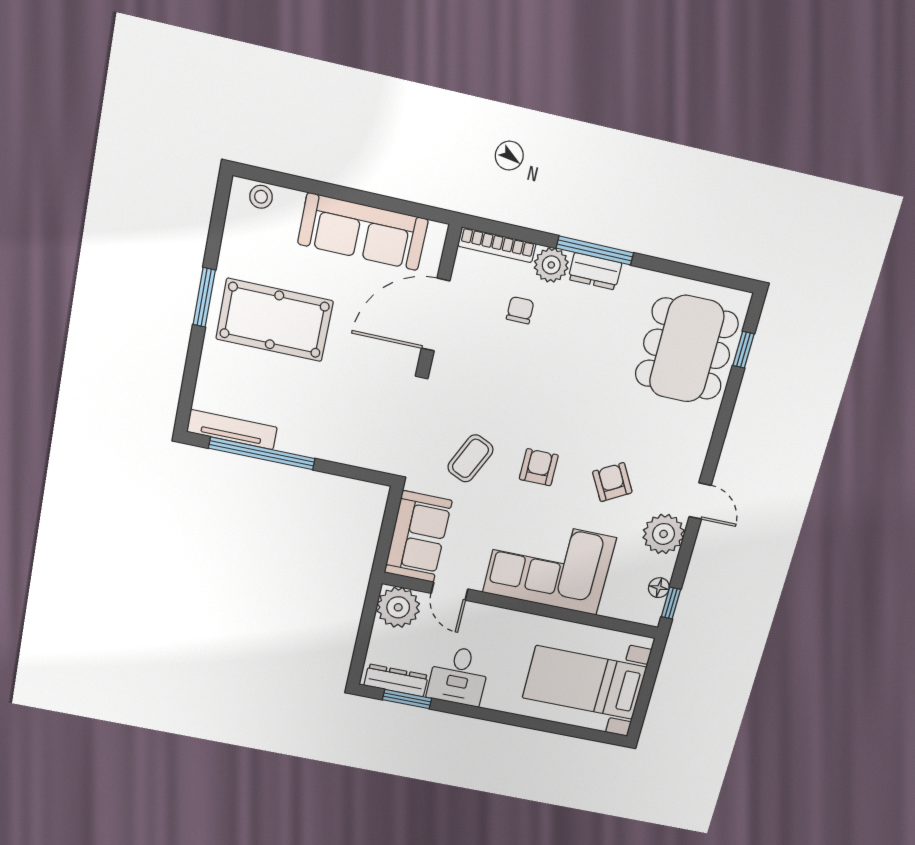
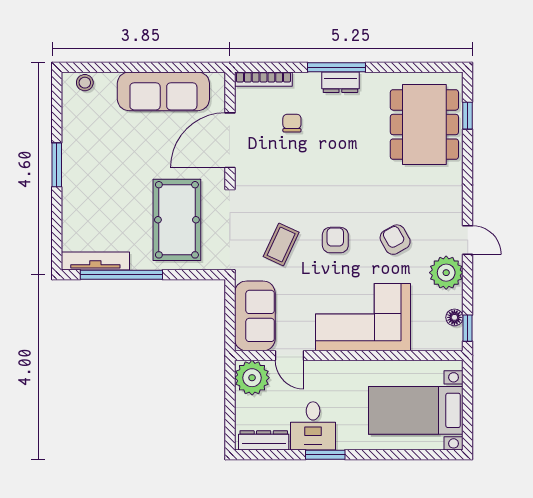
plant: (551, 265) -> (307, 85), removed
pool table: (274, 320) -> (177, 220), moved, turned 90
window: (407, 699) -> (325, 455), moved

